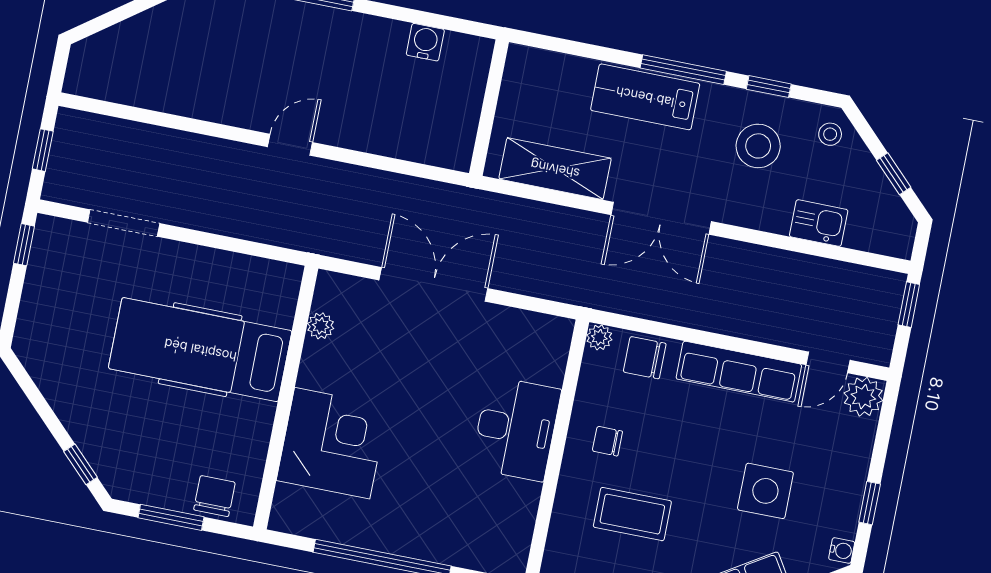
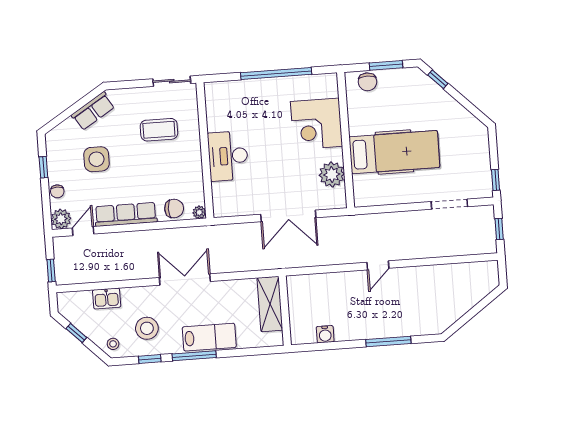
shelving: (555, 169) -> (270, 304), moved, turned 90
plant: (321, 326) -> (332, 175), width x1.87, depth x1.87
chair: (607, 441) -> (57, 191), moved, turned 90
water cooler: (842, 551) -> (51, 140), removed

